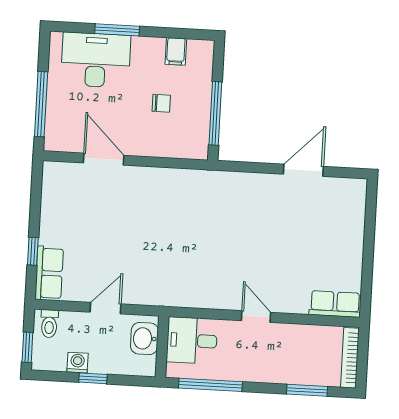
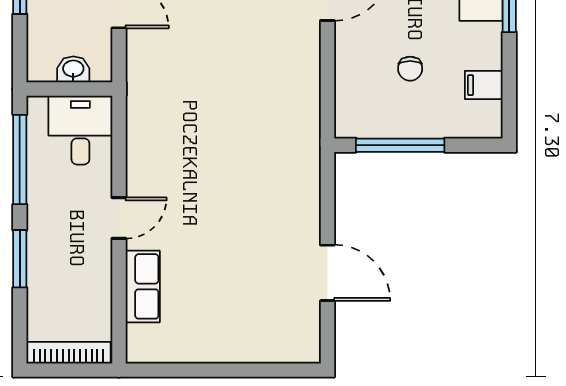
row of seats: (335, 304) -> (143, 286), moved
washbasin: (144, 338) -> (73, 69), width x0.72, depth x0.69
window: (307, 390) -> (20, 259), moved

